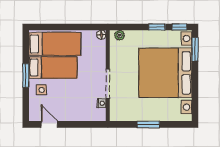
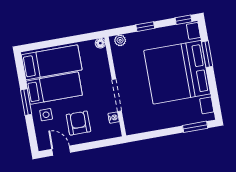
window: (157, 27) -> (145, 27), moved
window: (195, 49) -> (207, 54), moved
armchair: (69, 103) -> (78, 123), added
window: (148, 124) -> (195, 127), moved

